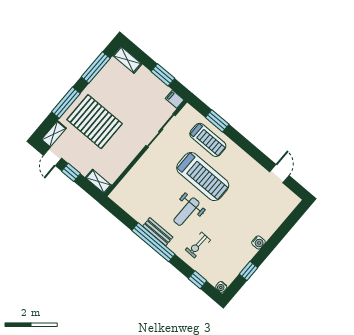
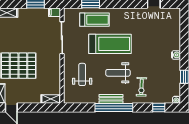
window: (71, 172) -> (30, 107), removed
weight bench: (150, 183) -> (82, 74), added
weight bench: (186, 212) -> (118, 73), turned 90

